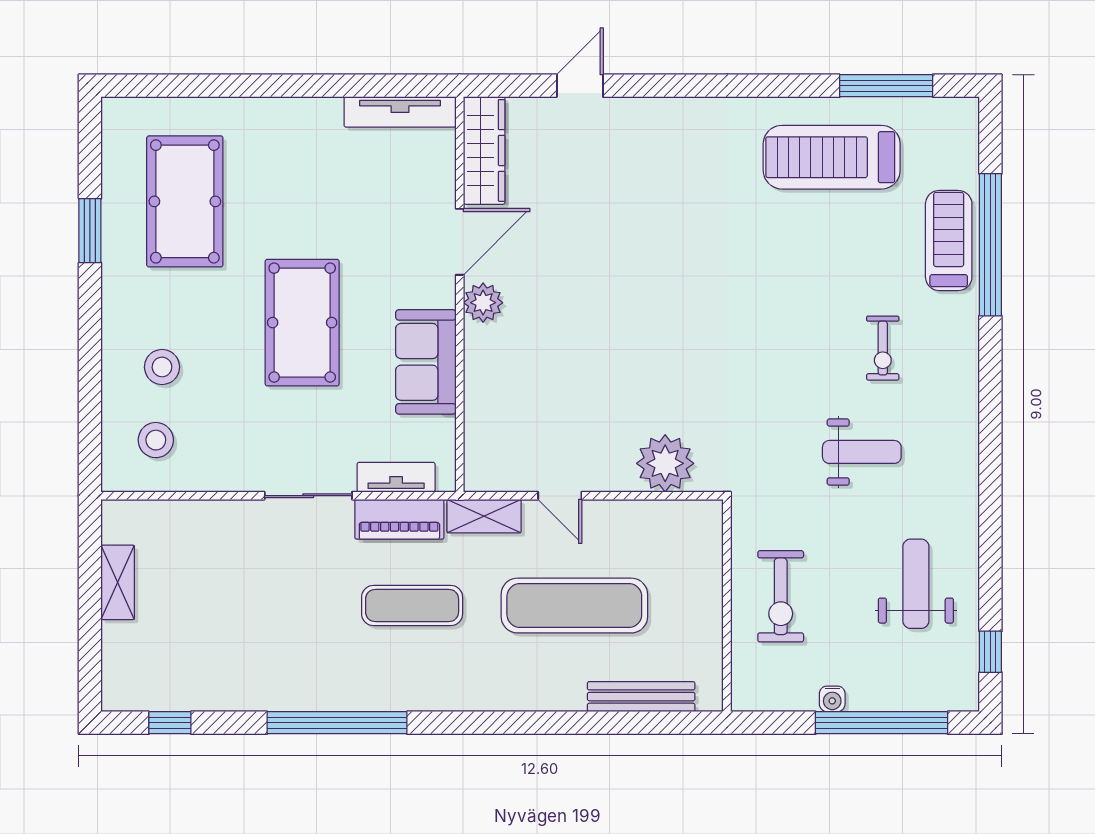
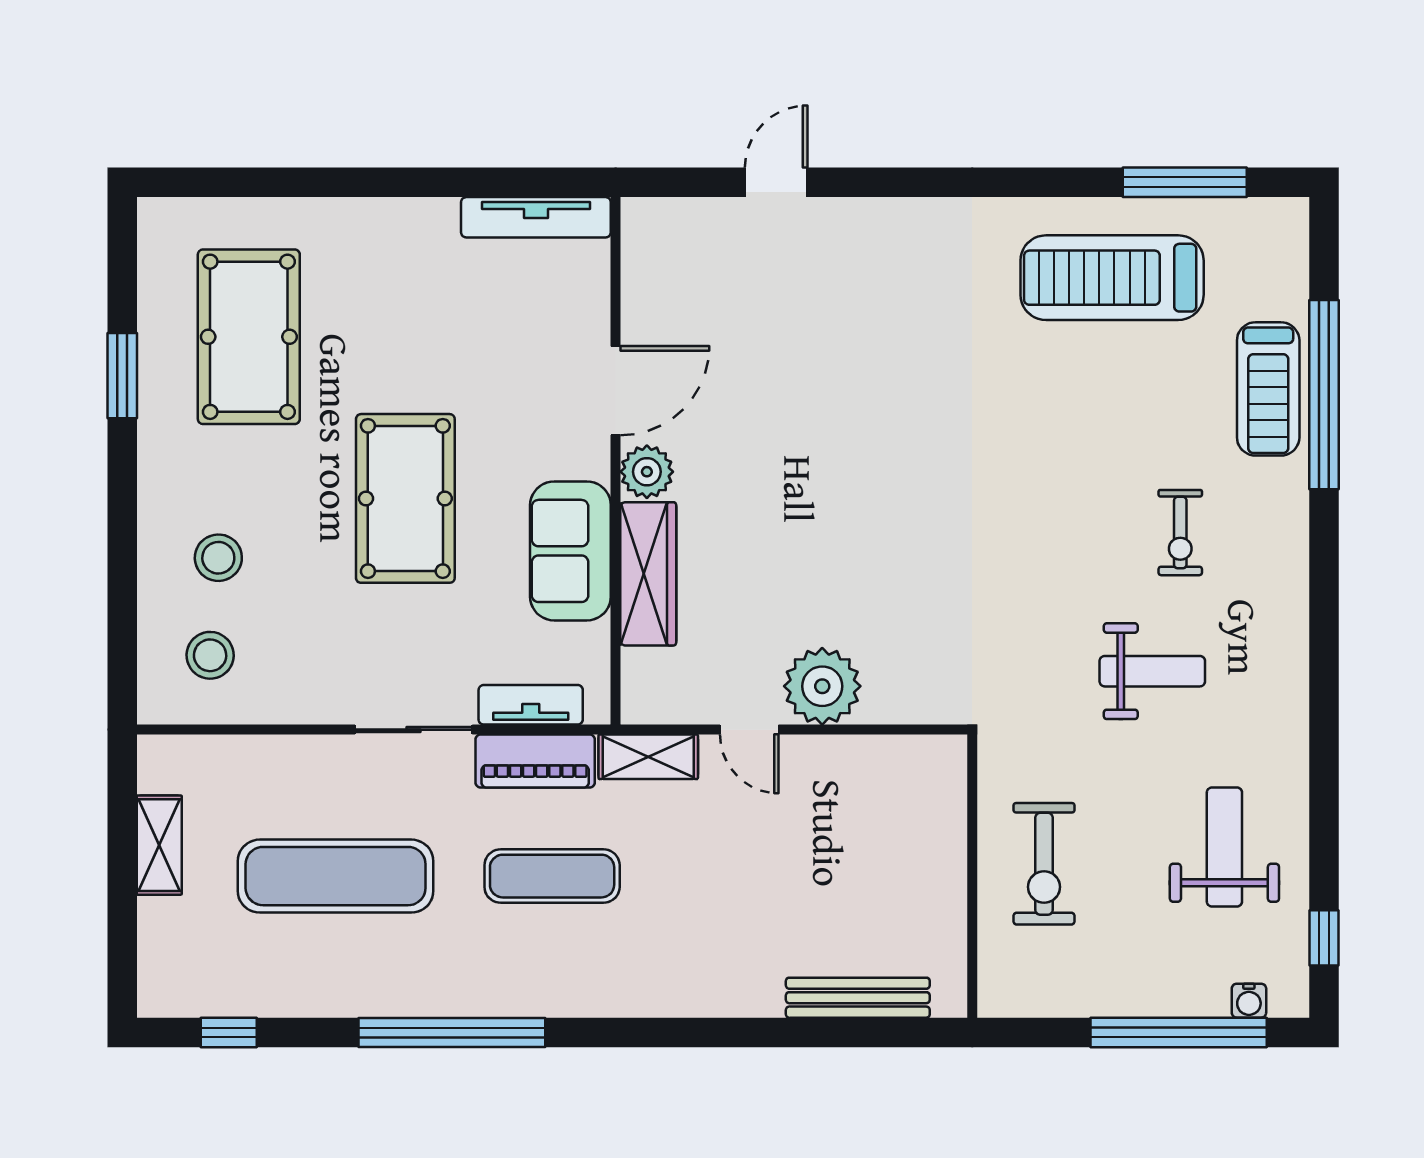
wardrobe: (484, 150) -> (648, 574), moved
treadmill: (949, 240) -> (1268, 389), turned 180
plant: (665, 463) -> (822, 686), moved
exercise mat: (574, 606) -> (336, 876), moved
water cooler: (832, 699) -> (1249, 1001), moved

